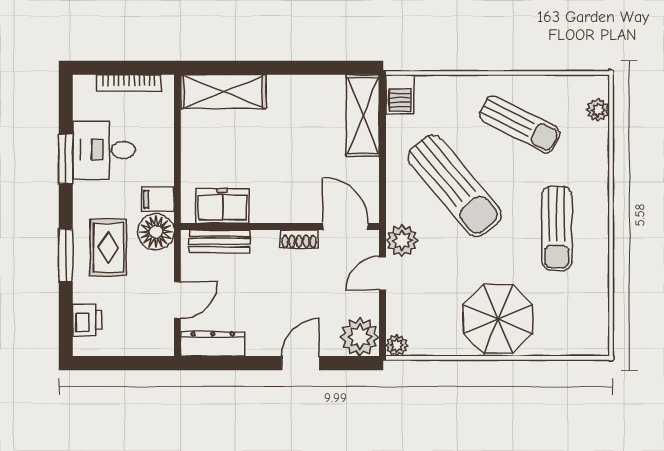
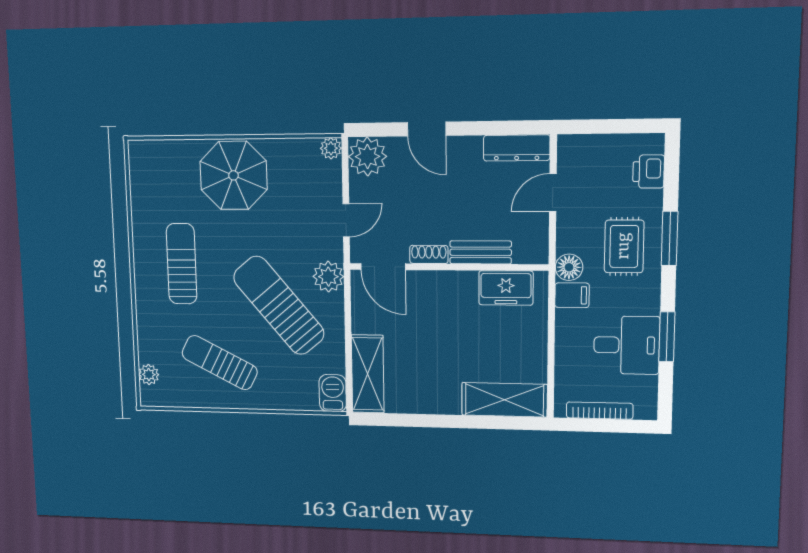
floor lamp: (156, 232) -> (569, 267), width x0.73, depth x0.73
plant: (402, 240) -> (328, 277), moved
bench: (220, 241) -> (481, 252), moved
door: (301, 363) -> (427, 129), hinge flipped

